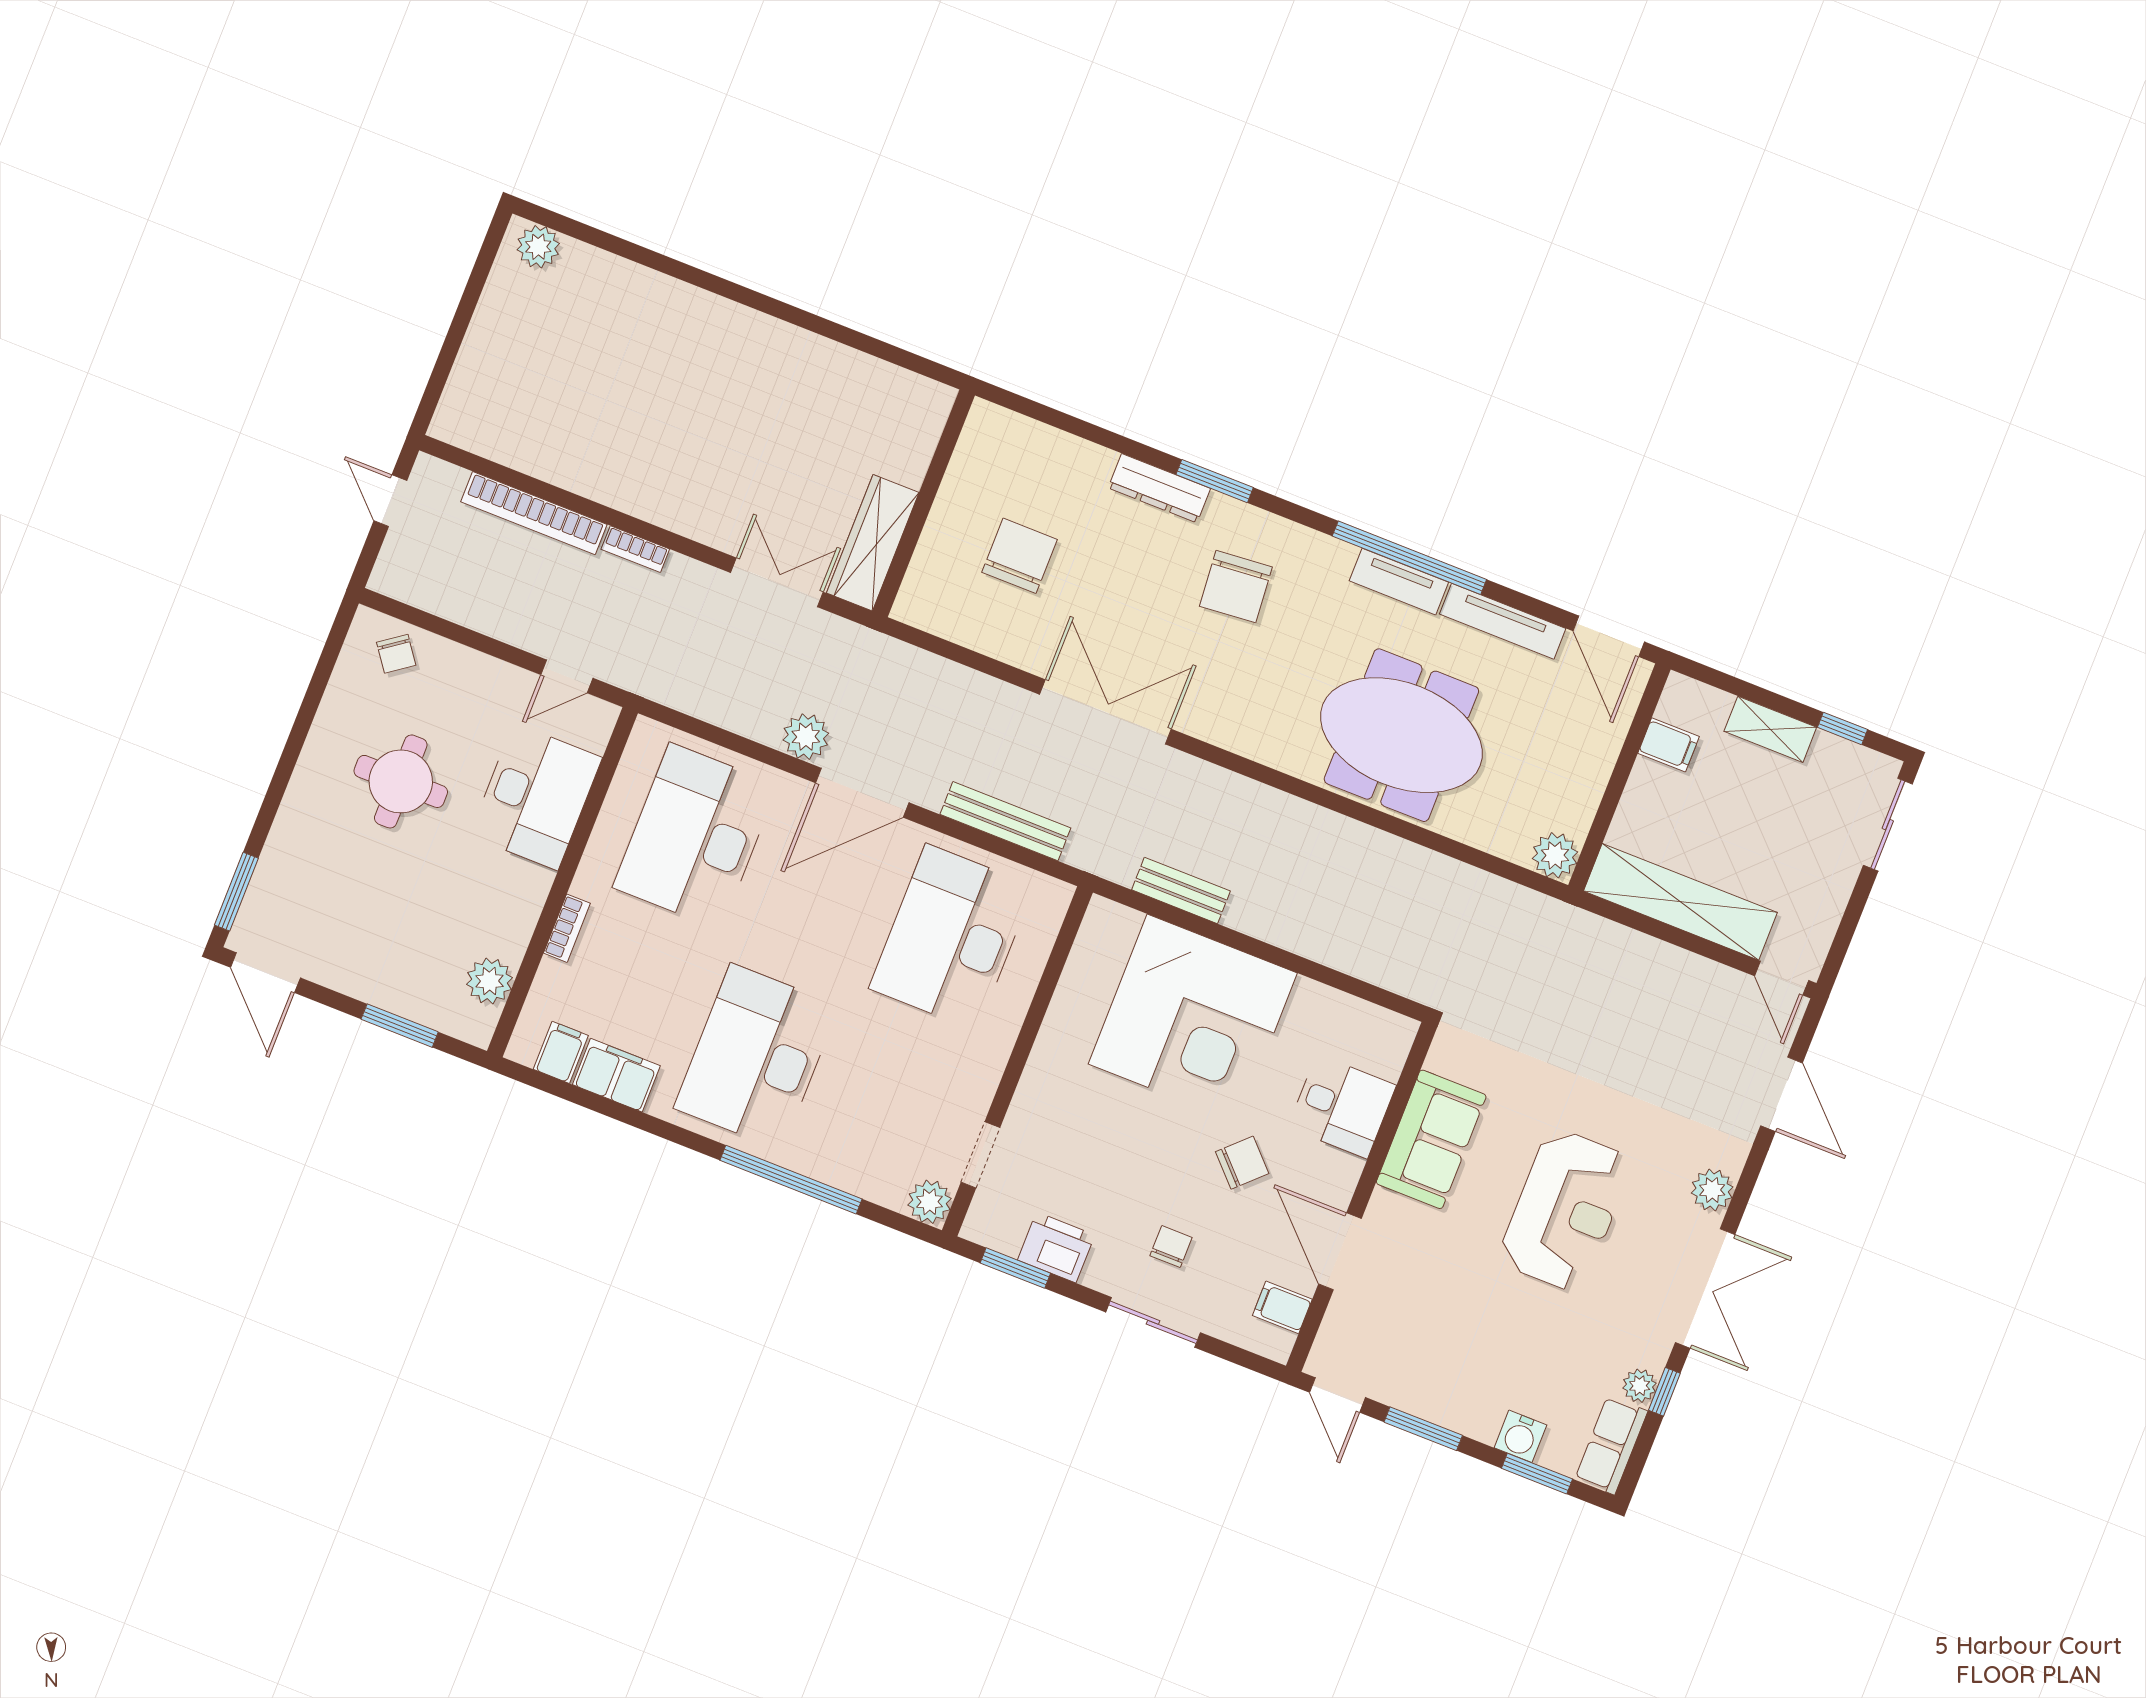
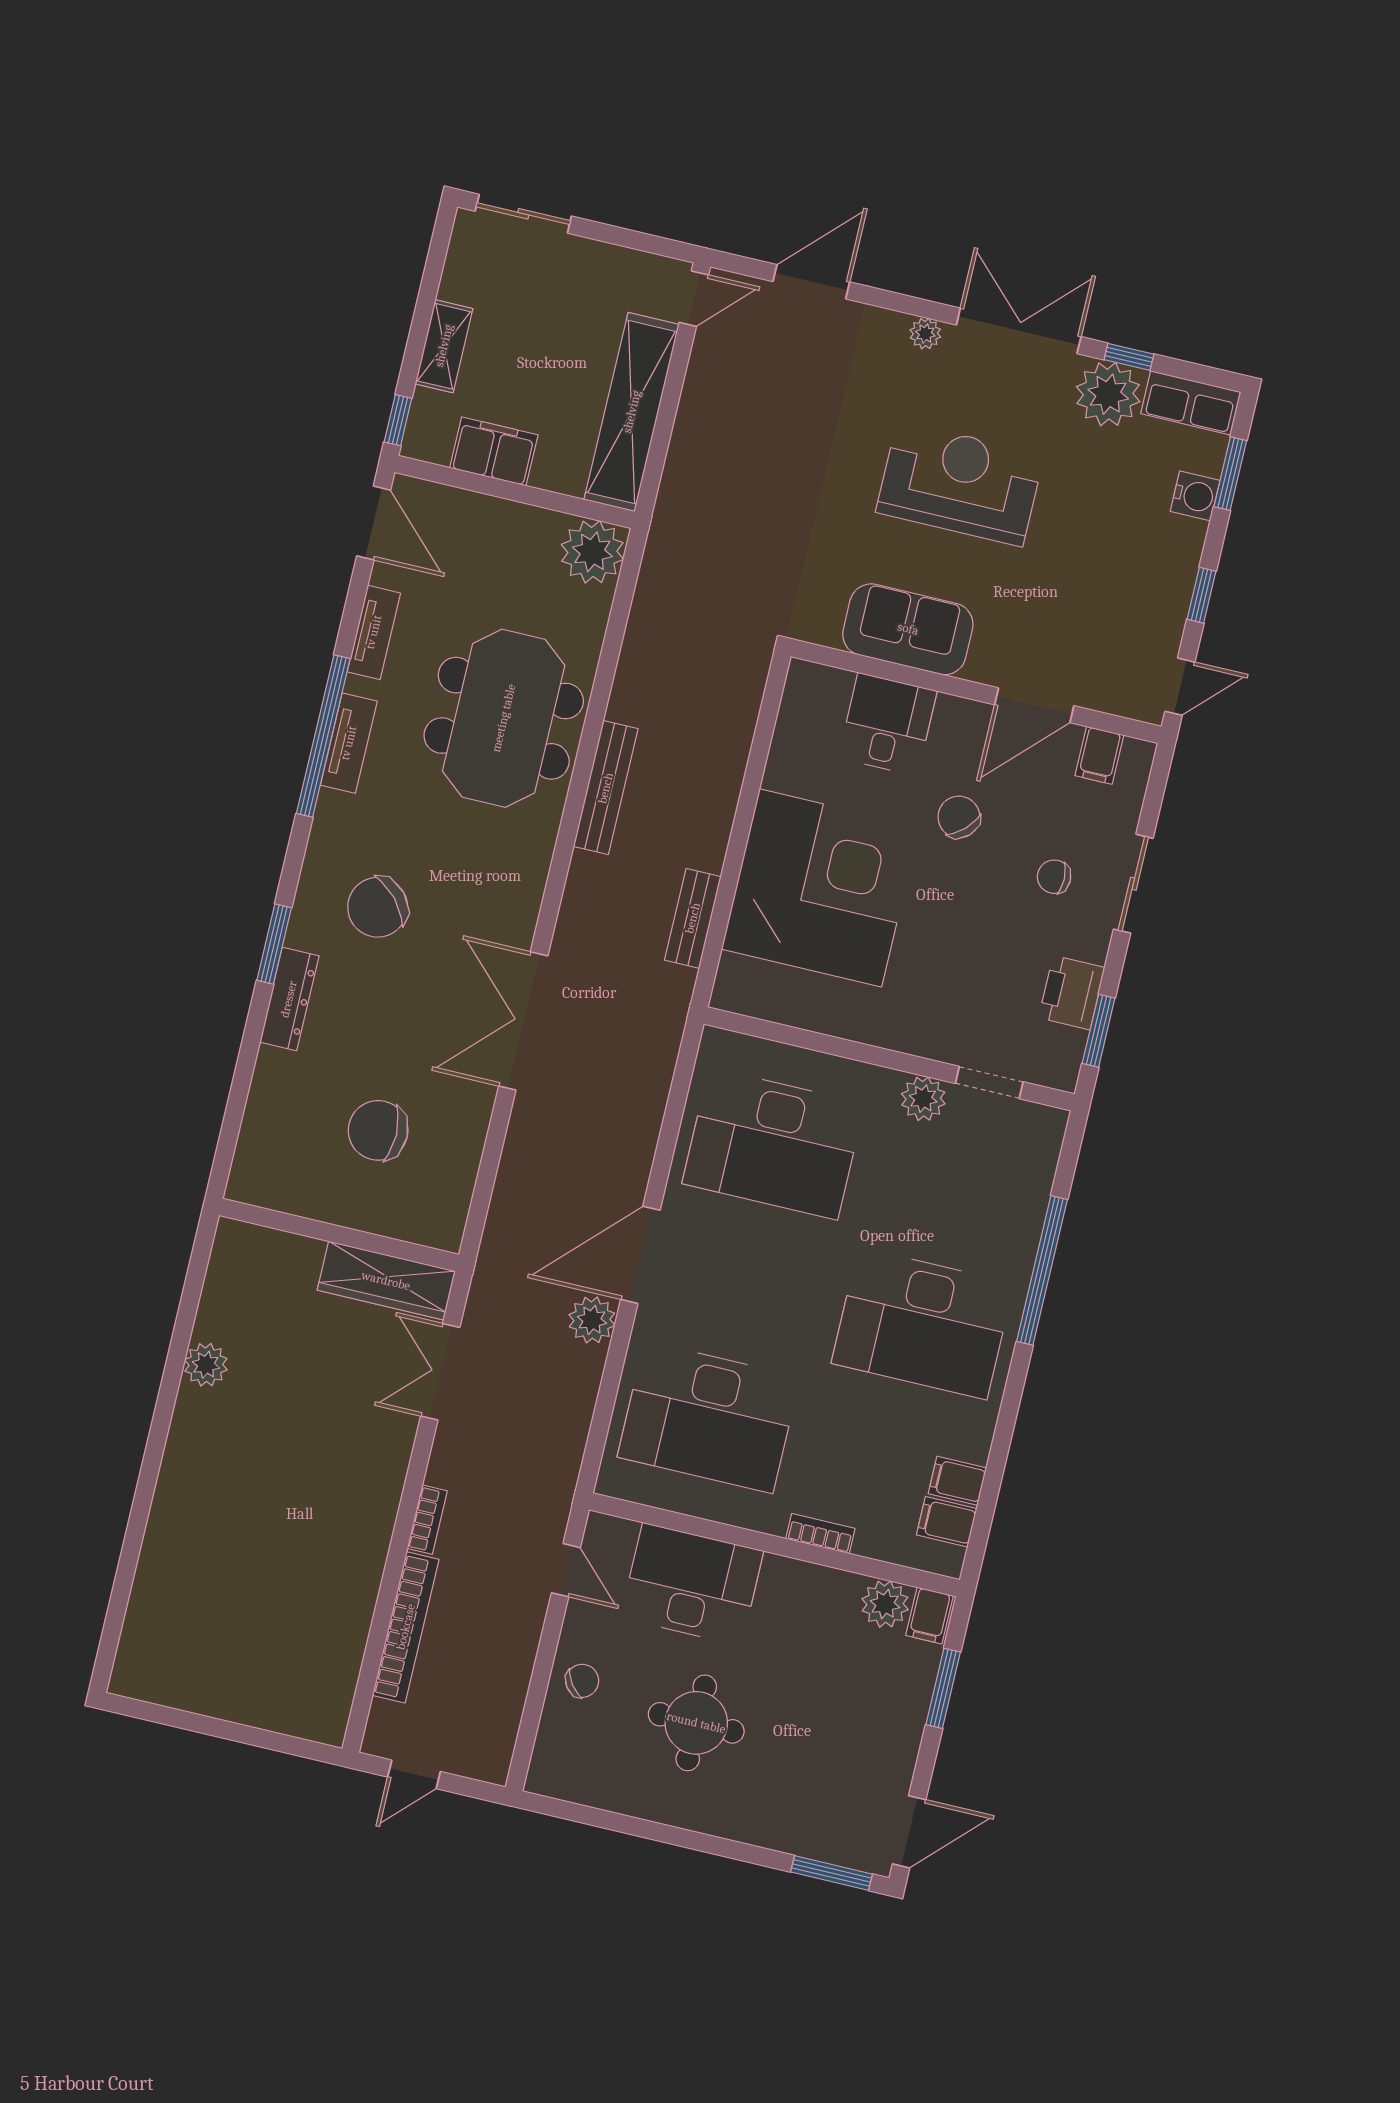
plant: (538, 247) -> (206, 1365), moved
chair: (1236, 587) -> (378, 907), turned 143
tv unit: (1503, 621) -> (374, 632), width x0.71
door: (1609, 636) -> (374, 523), hinge flipped
chair: (396, 654) -> (582, 1681), moved
window: (1843, 728) -> (398, 420), moved
filing cabinet: (1669, 745) -> (494, 451), width x2.00
door: (862, 793) -> (640, 1255), swing flipped
bench: (1005, 821) -> (606, 788), moved
plant: (1555, 855) -> (592, 552), width x1.36, depth x1.36
filing cabinet: (472, 1022) -> (929, 1616), added
filing cabinet: (616, 1075) -> (957, 1481), width x0.50
plant: (1712, 1190) -> (925, 334), width x0.73, depth x0.73
plant: (930, 1202) -> (923, 1099), moved
plant: (1640, 1386) -> (1108, 394), width x1.88, depth x1.88
window: (1423, 1429) -> (1202, 595), width x0.67

